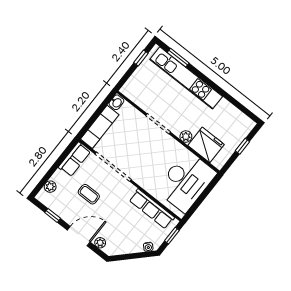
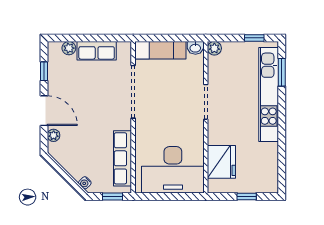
plant: (186, 137) -> (214, 48), moved
row of seats: (74, 159) -> (97, 51), moved
coffee table: (89, 194) -> (90, 89), removed

